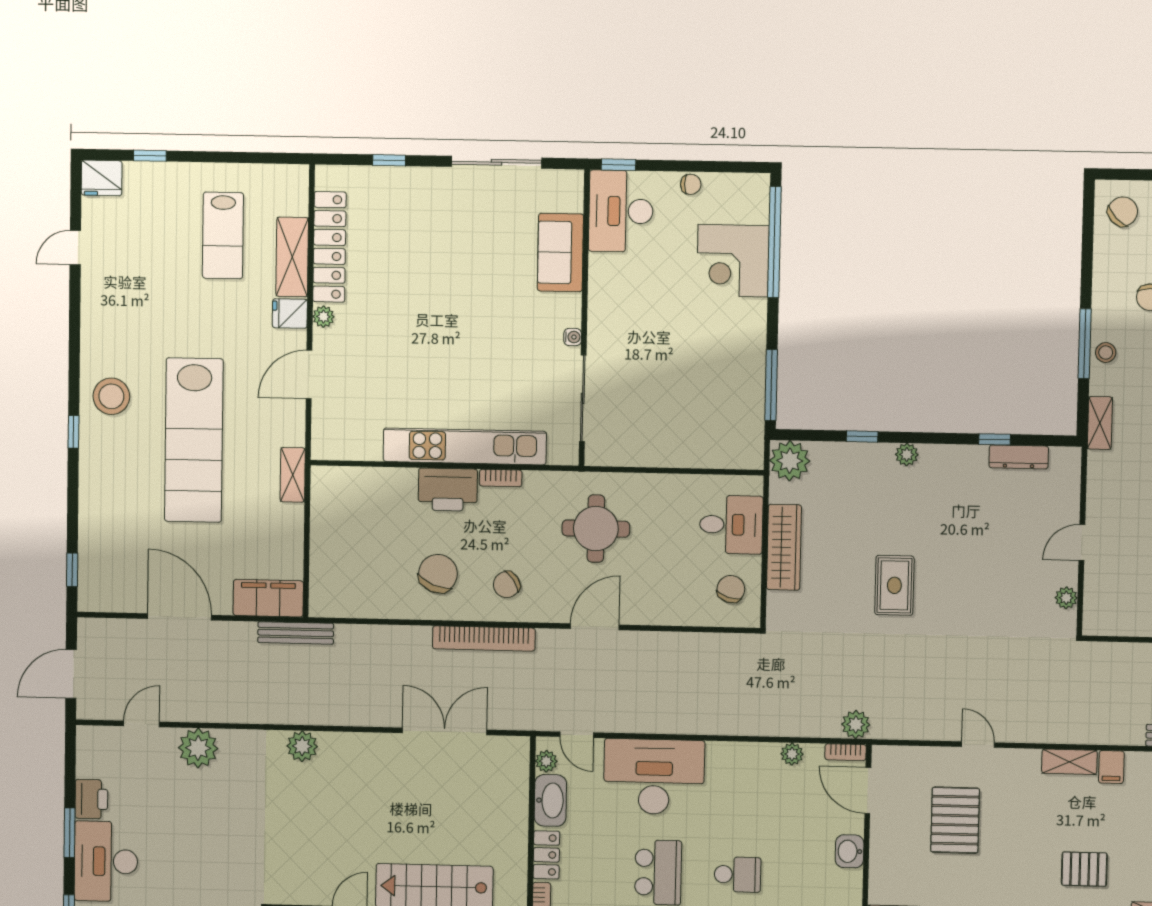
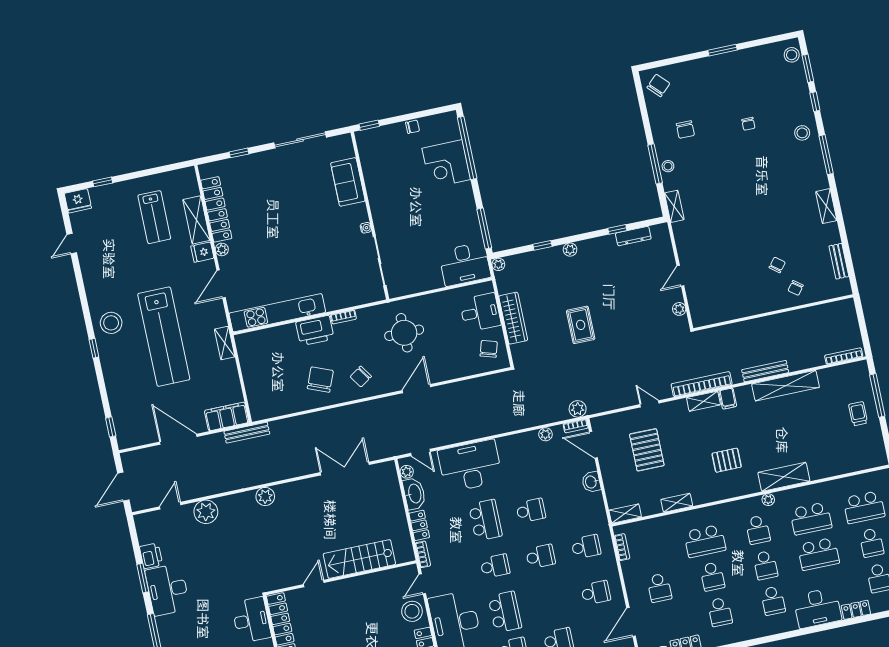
desk: (621, 211) -> (465, 264), moved, turned -90
kitchen unit: (465, 446) -> (277, 313), moved
plant: (790, 461) -> (498, 264), width x0.53, depth x0.53
bookcase: (484, 638) -> (702, 384), moved, turned 180

